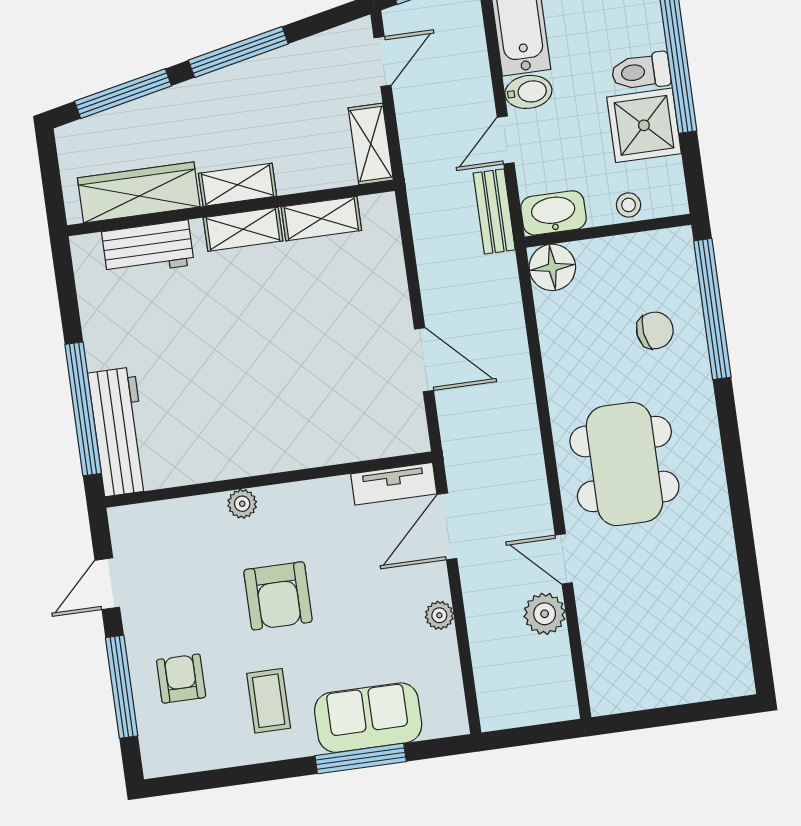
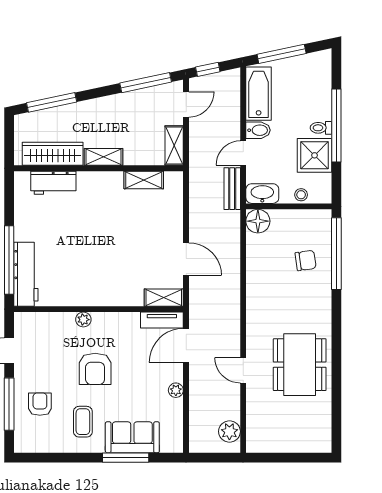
window: (238, 52) -> (146, 83), moved
toilet: (641, 72) -> (321, 128), width x0.73, depth x0.72
shelving: (243, 229) -> (164, 298), moved
dining table: (624, 464) -> (300, 365), moved
plant: (545, 614) -> (229, 431), moved

